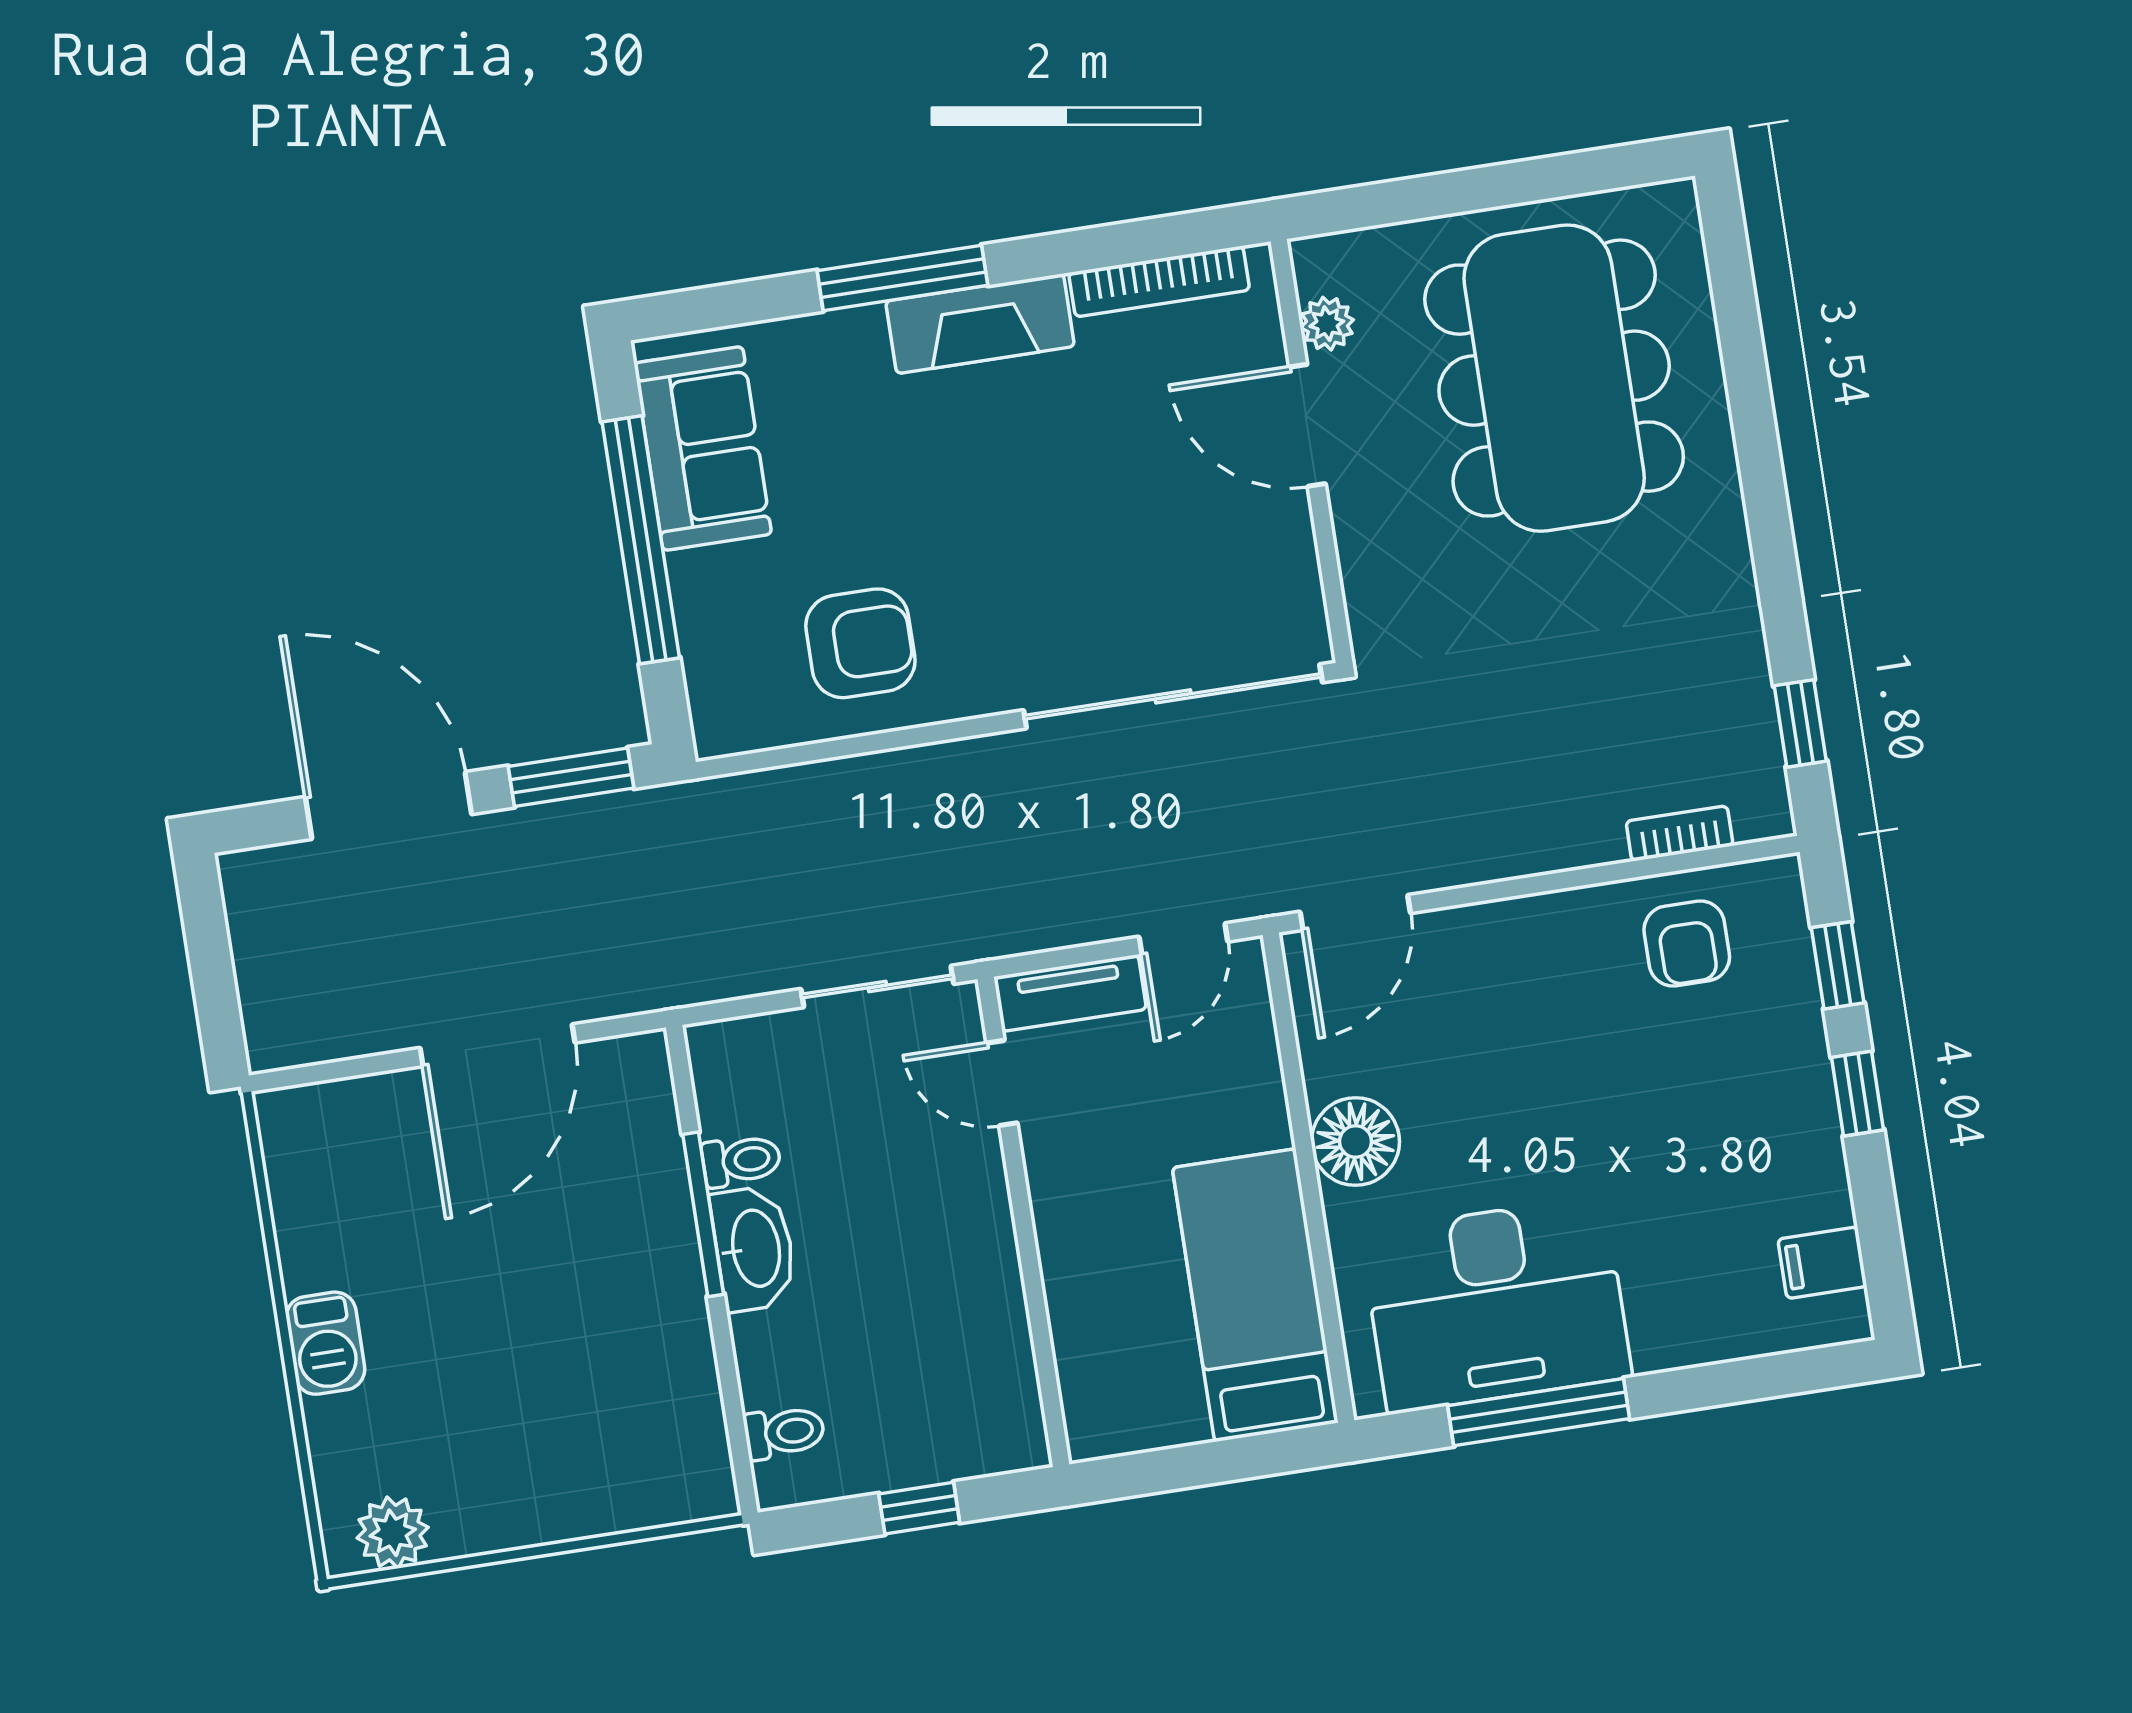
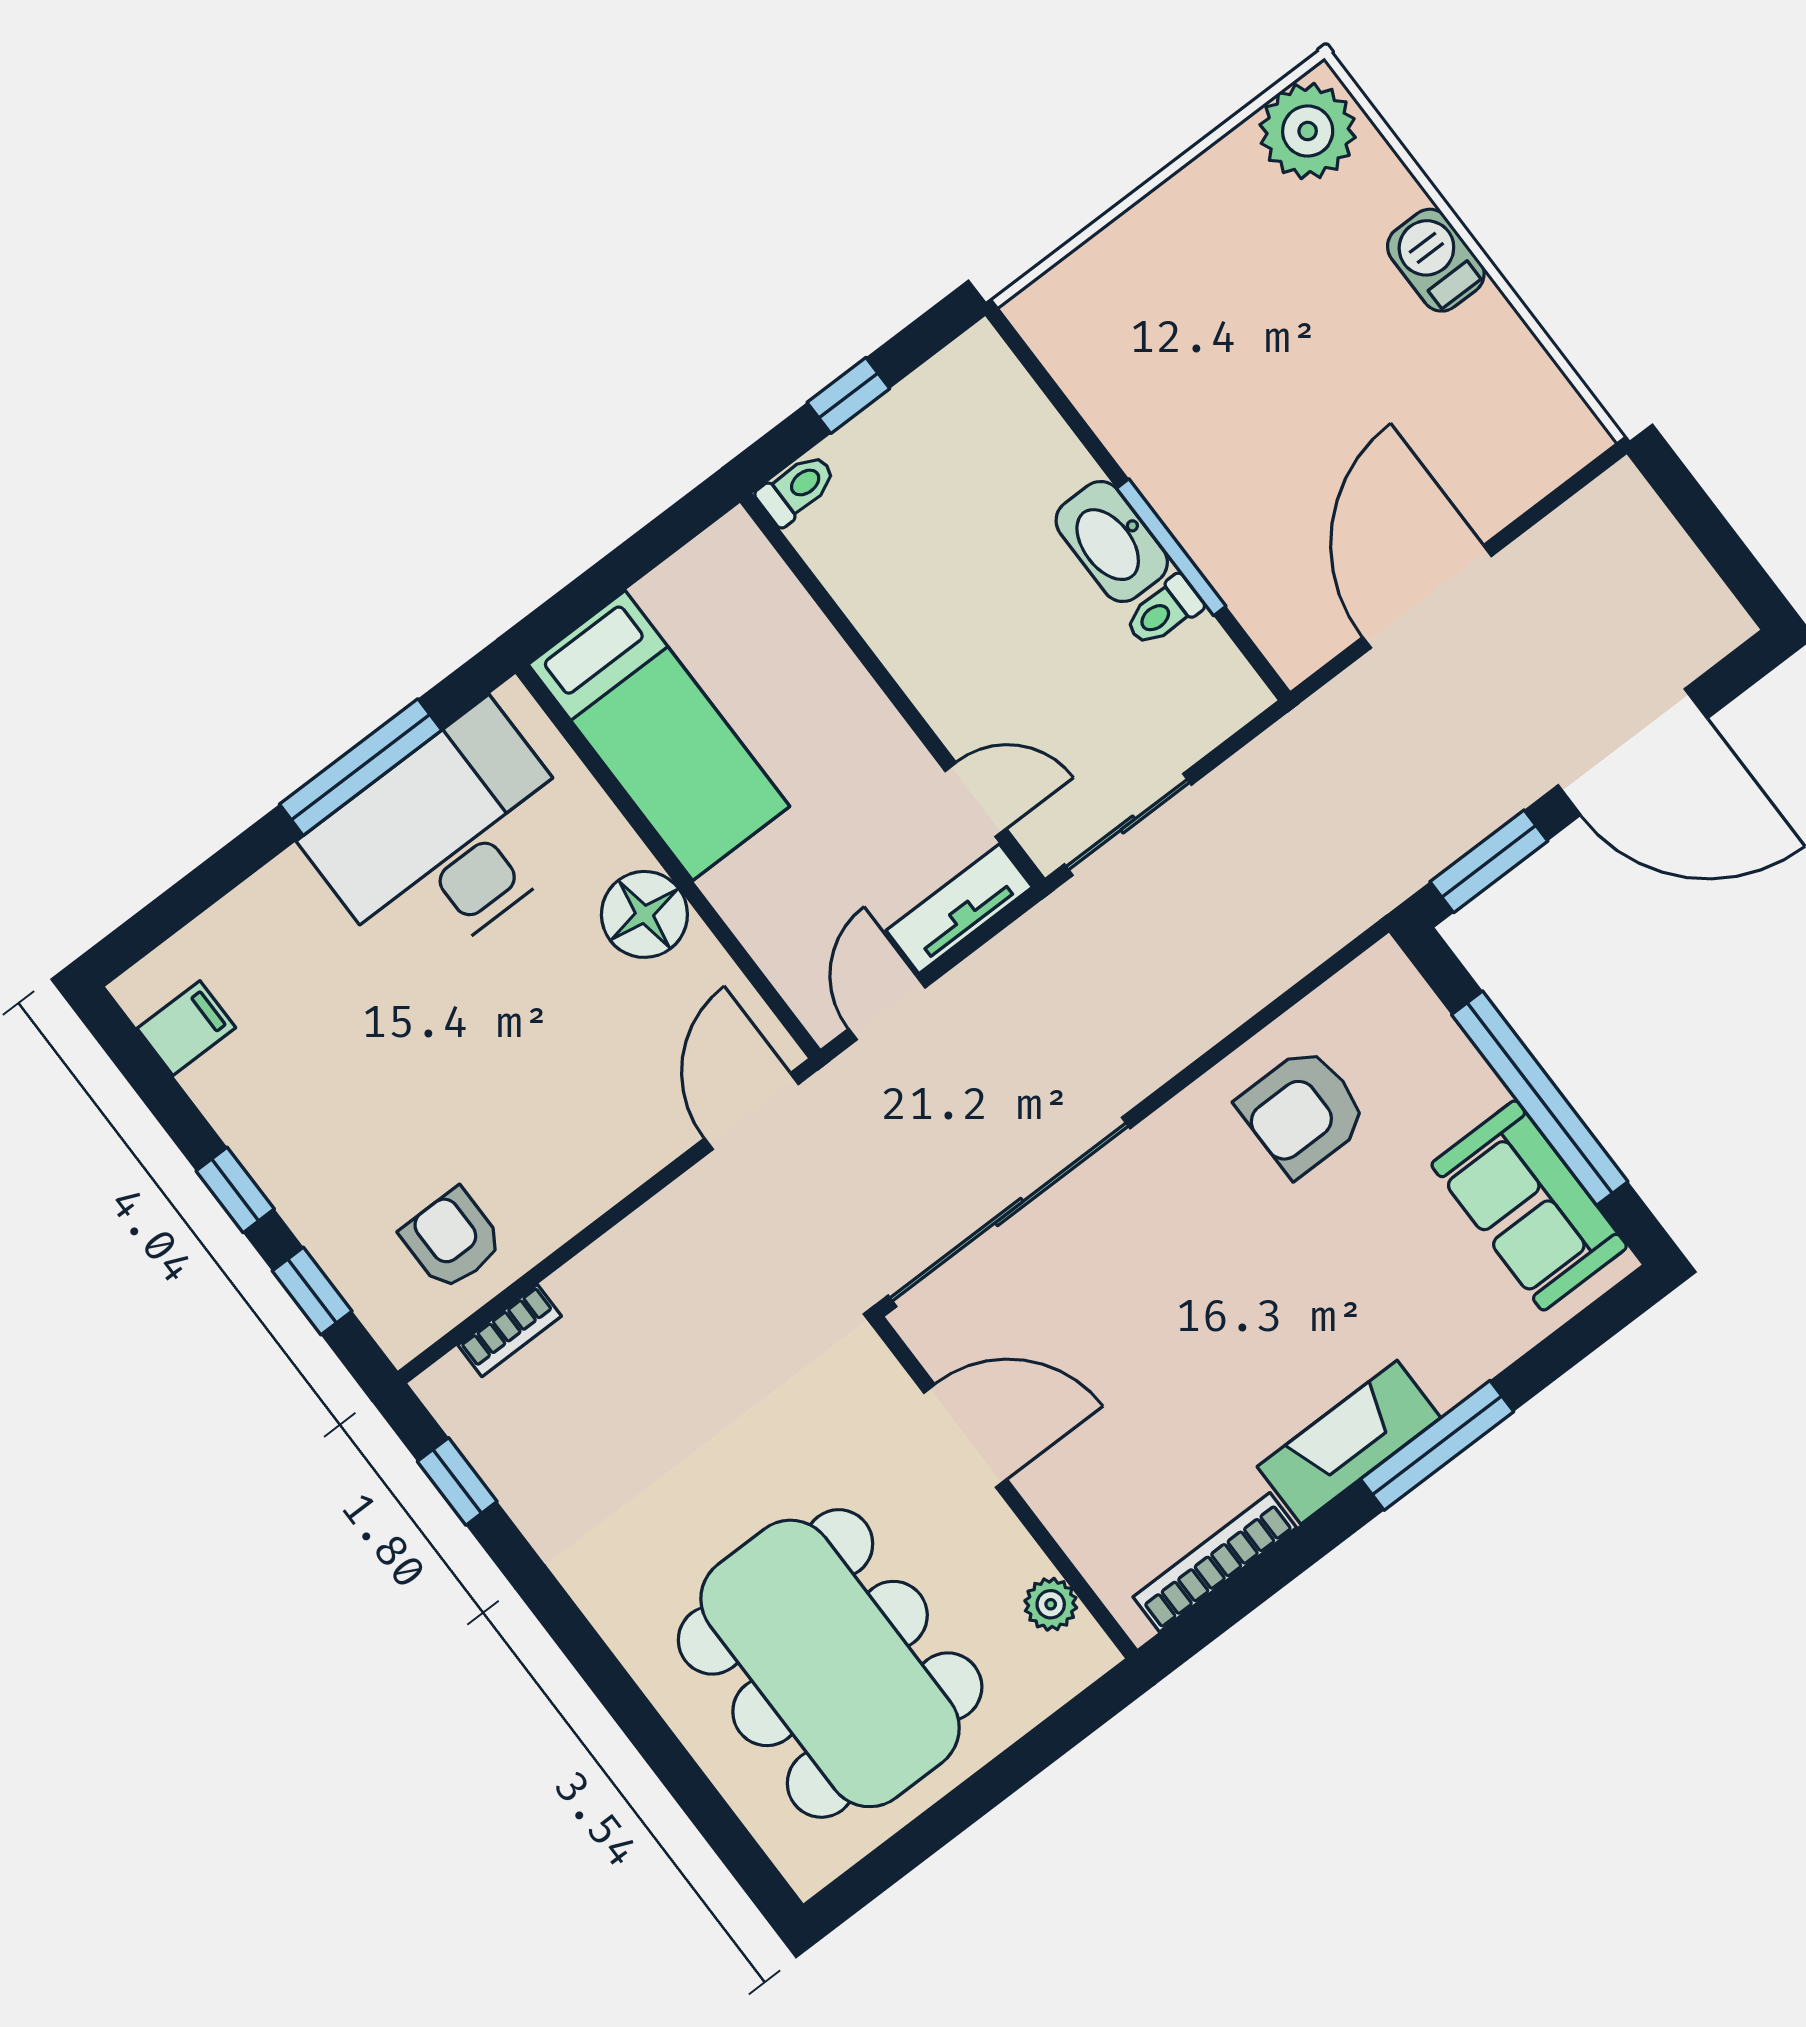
door: (1307, 425) -> (965, 1436), moved
toilet: (784, 1432) -> (797, 489), moved, turned 180
plant: (393, 1533) -> (1308, 131), width x1.36, depth x1.36

